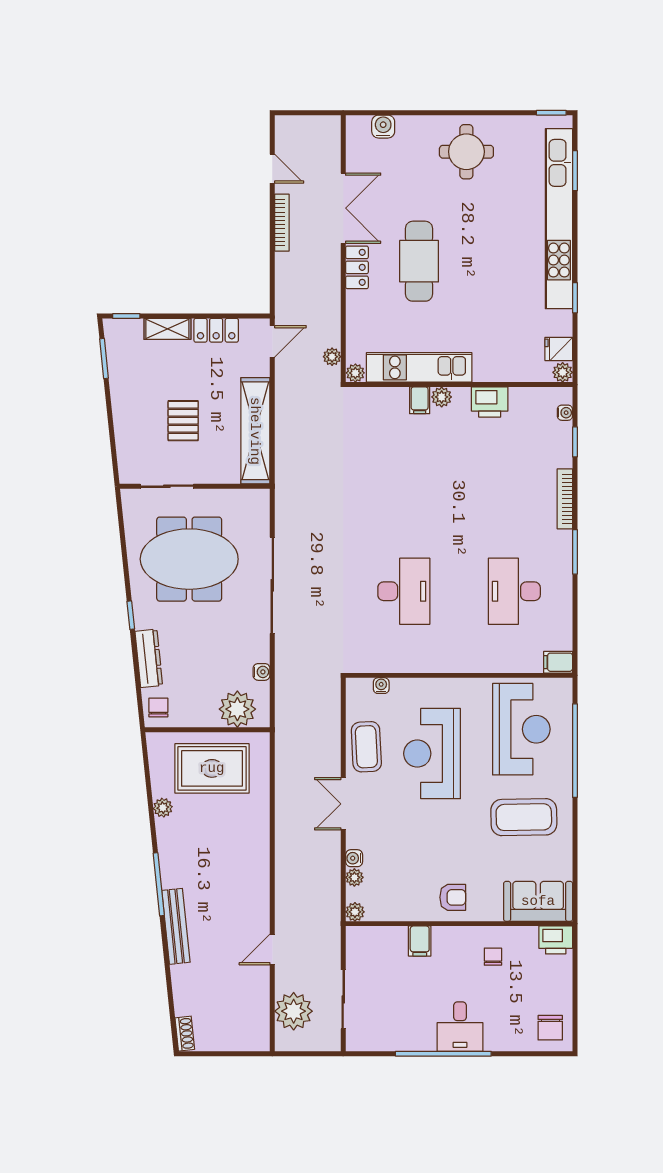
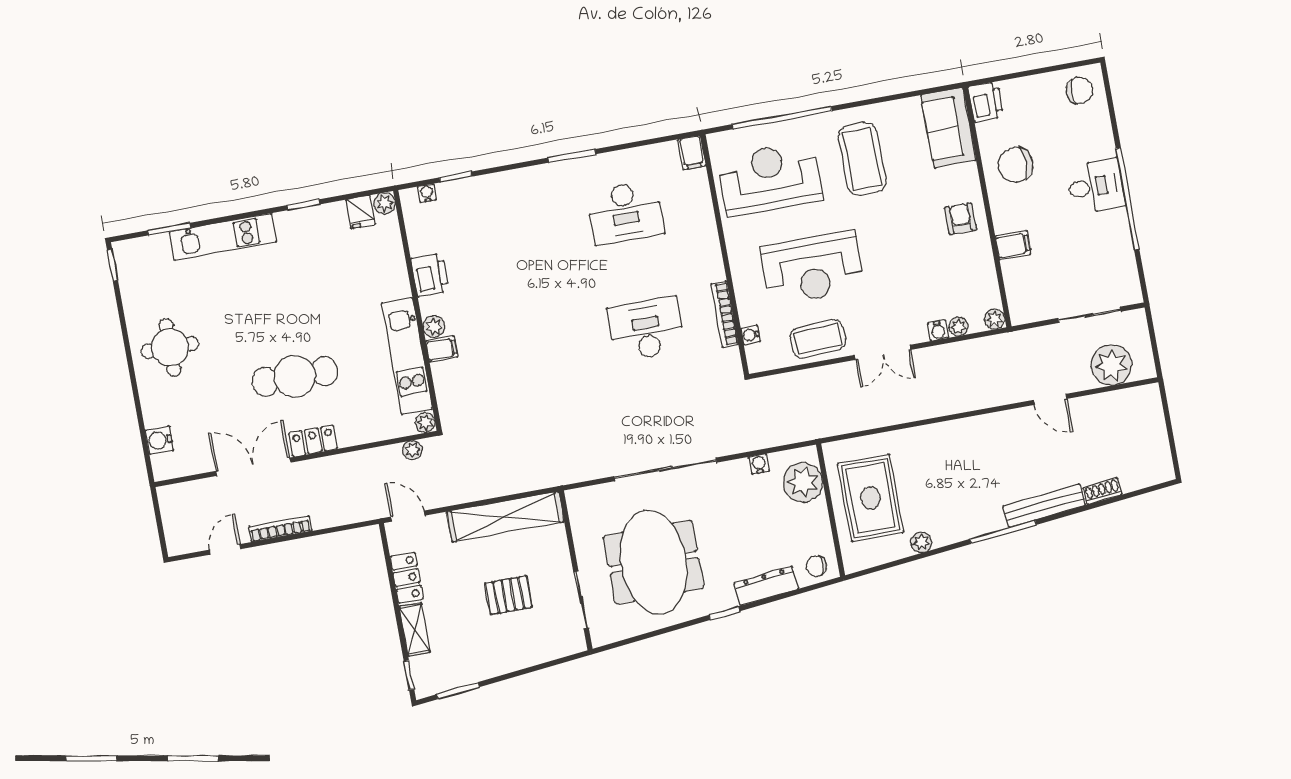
kitchen unit: (559, 219) -> (223, 237), width x0.54
bookcase: (565, 499) -> (725, 314), moved, turned 90
chair: (493, 957) -> (1015, 165), width x1.87, depth x1.87
shoe rack: (185, 1034) -> (1103, 491), moved

